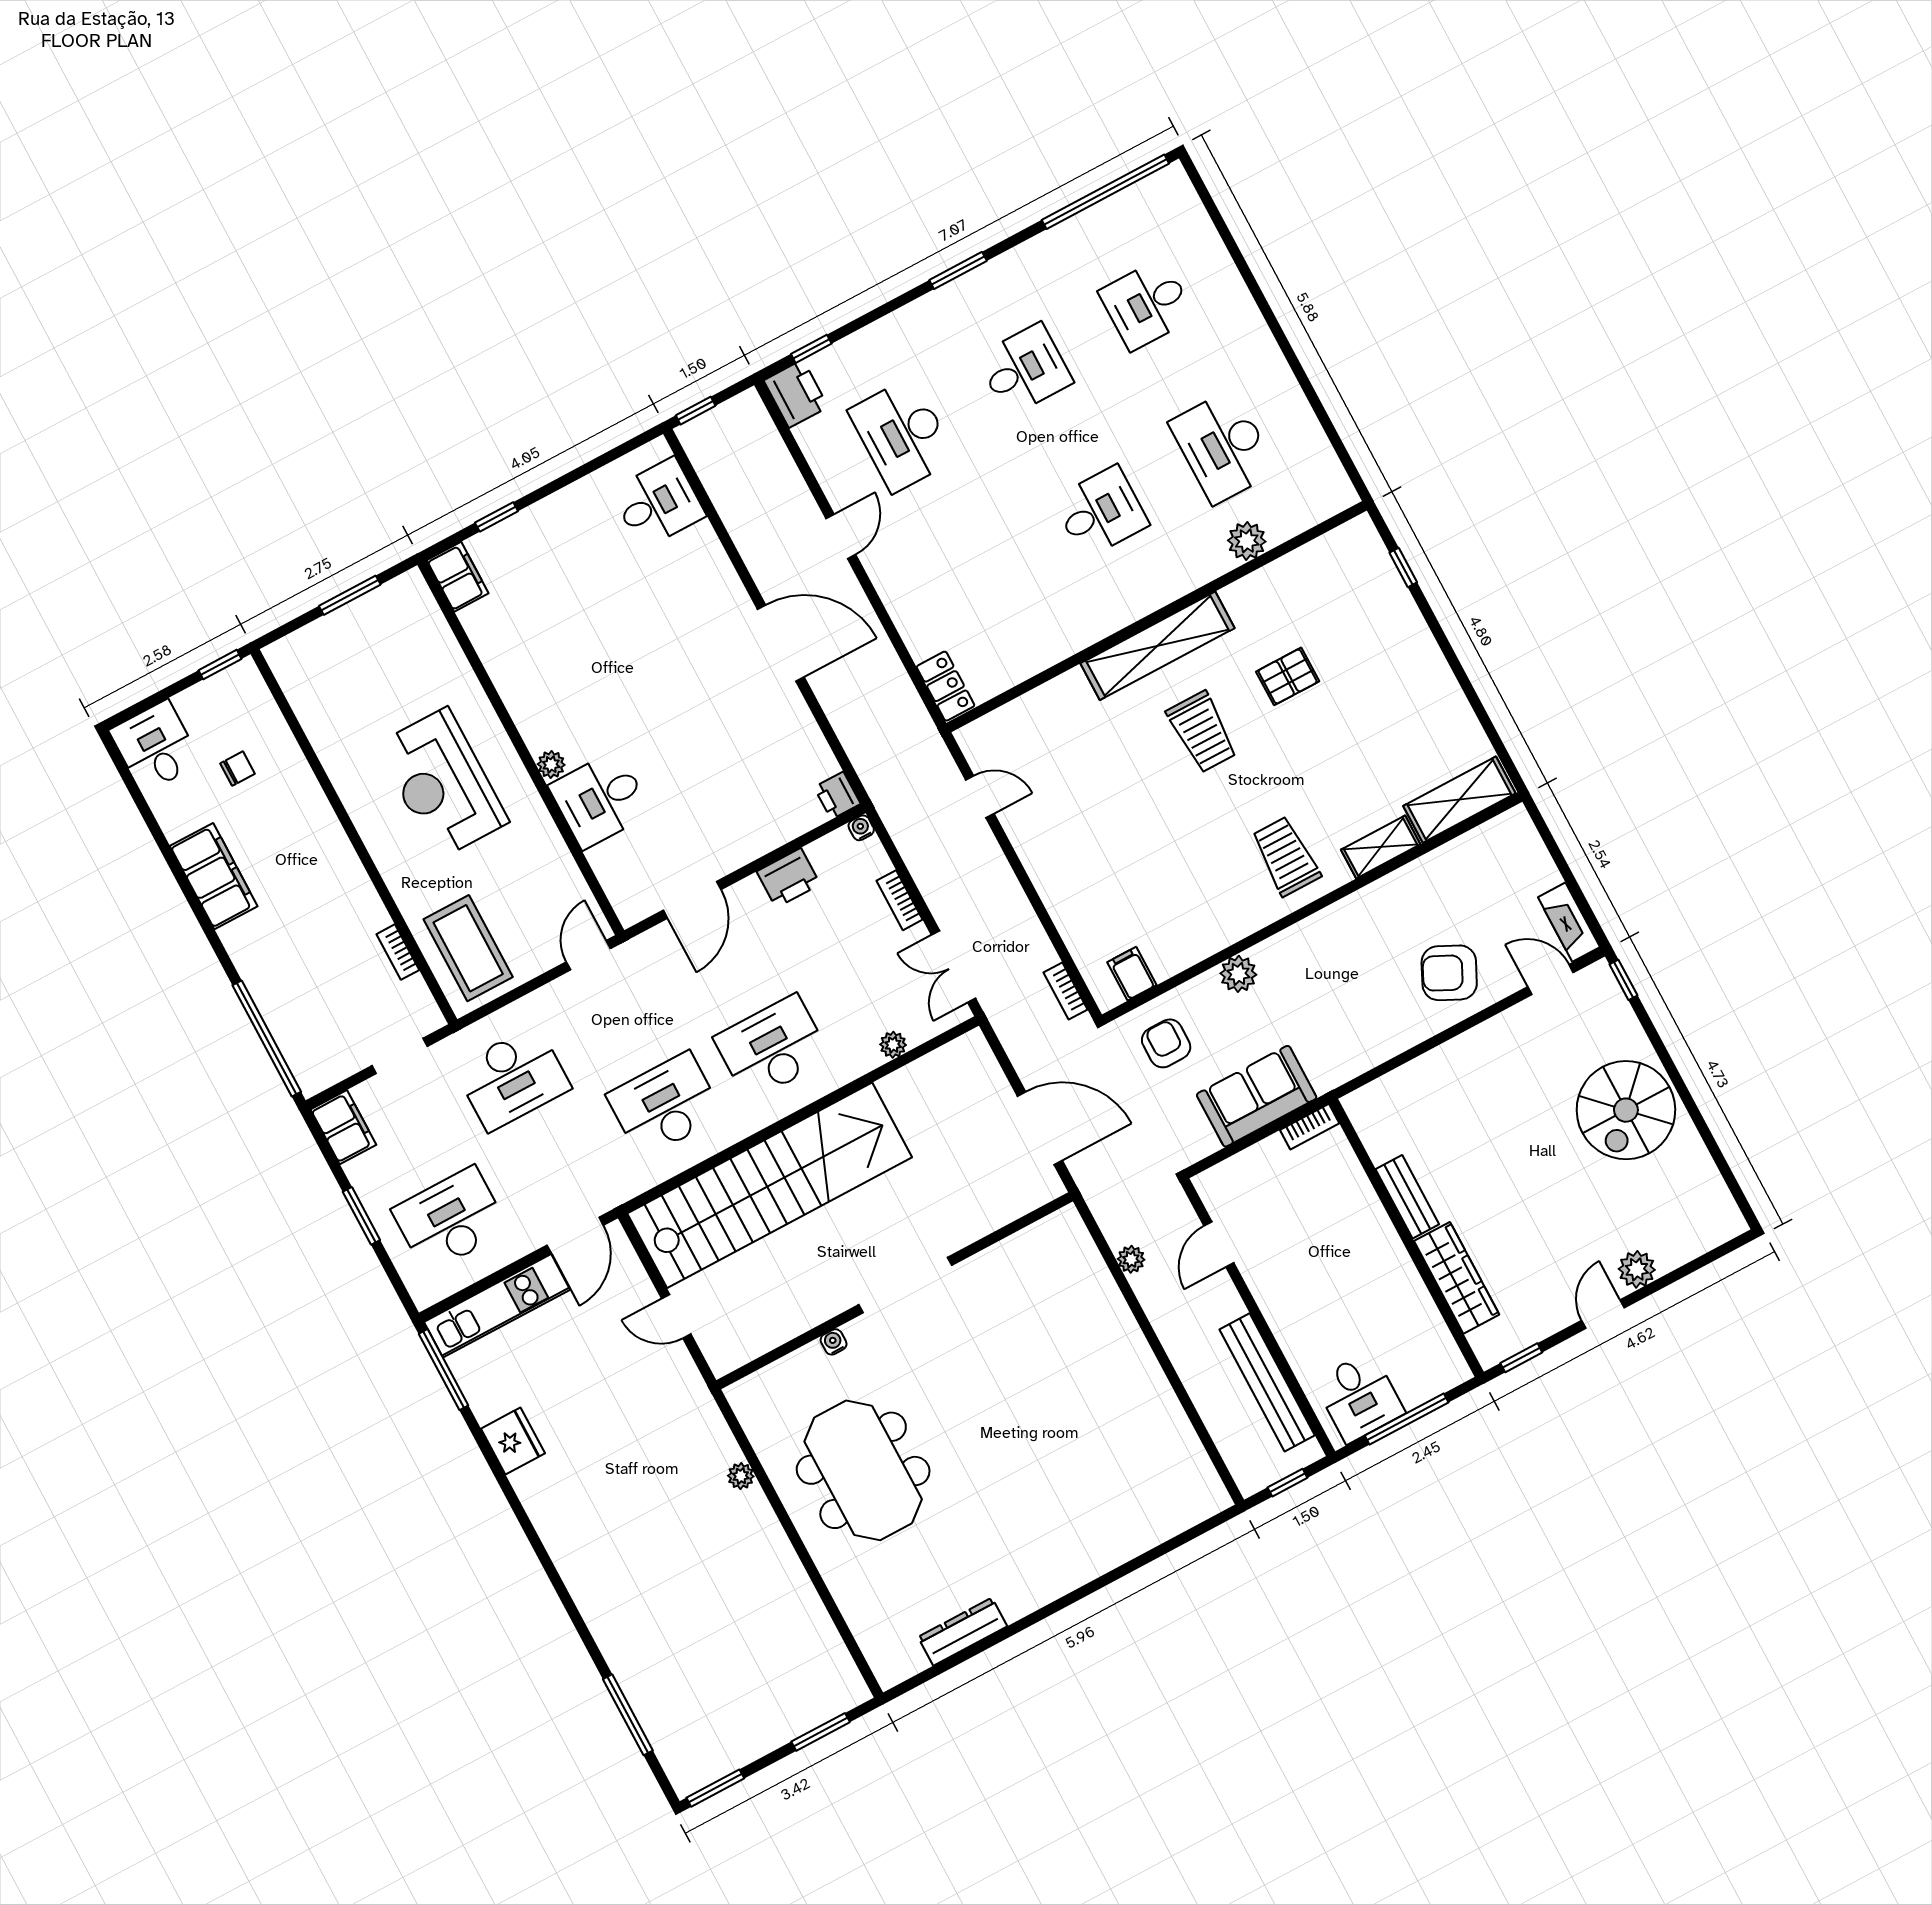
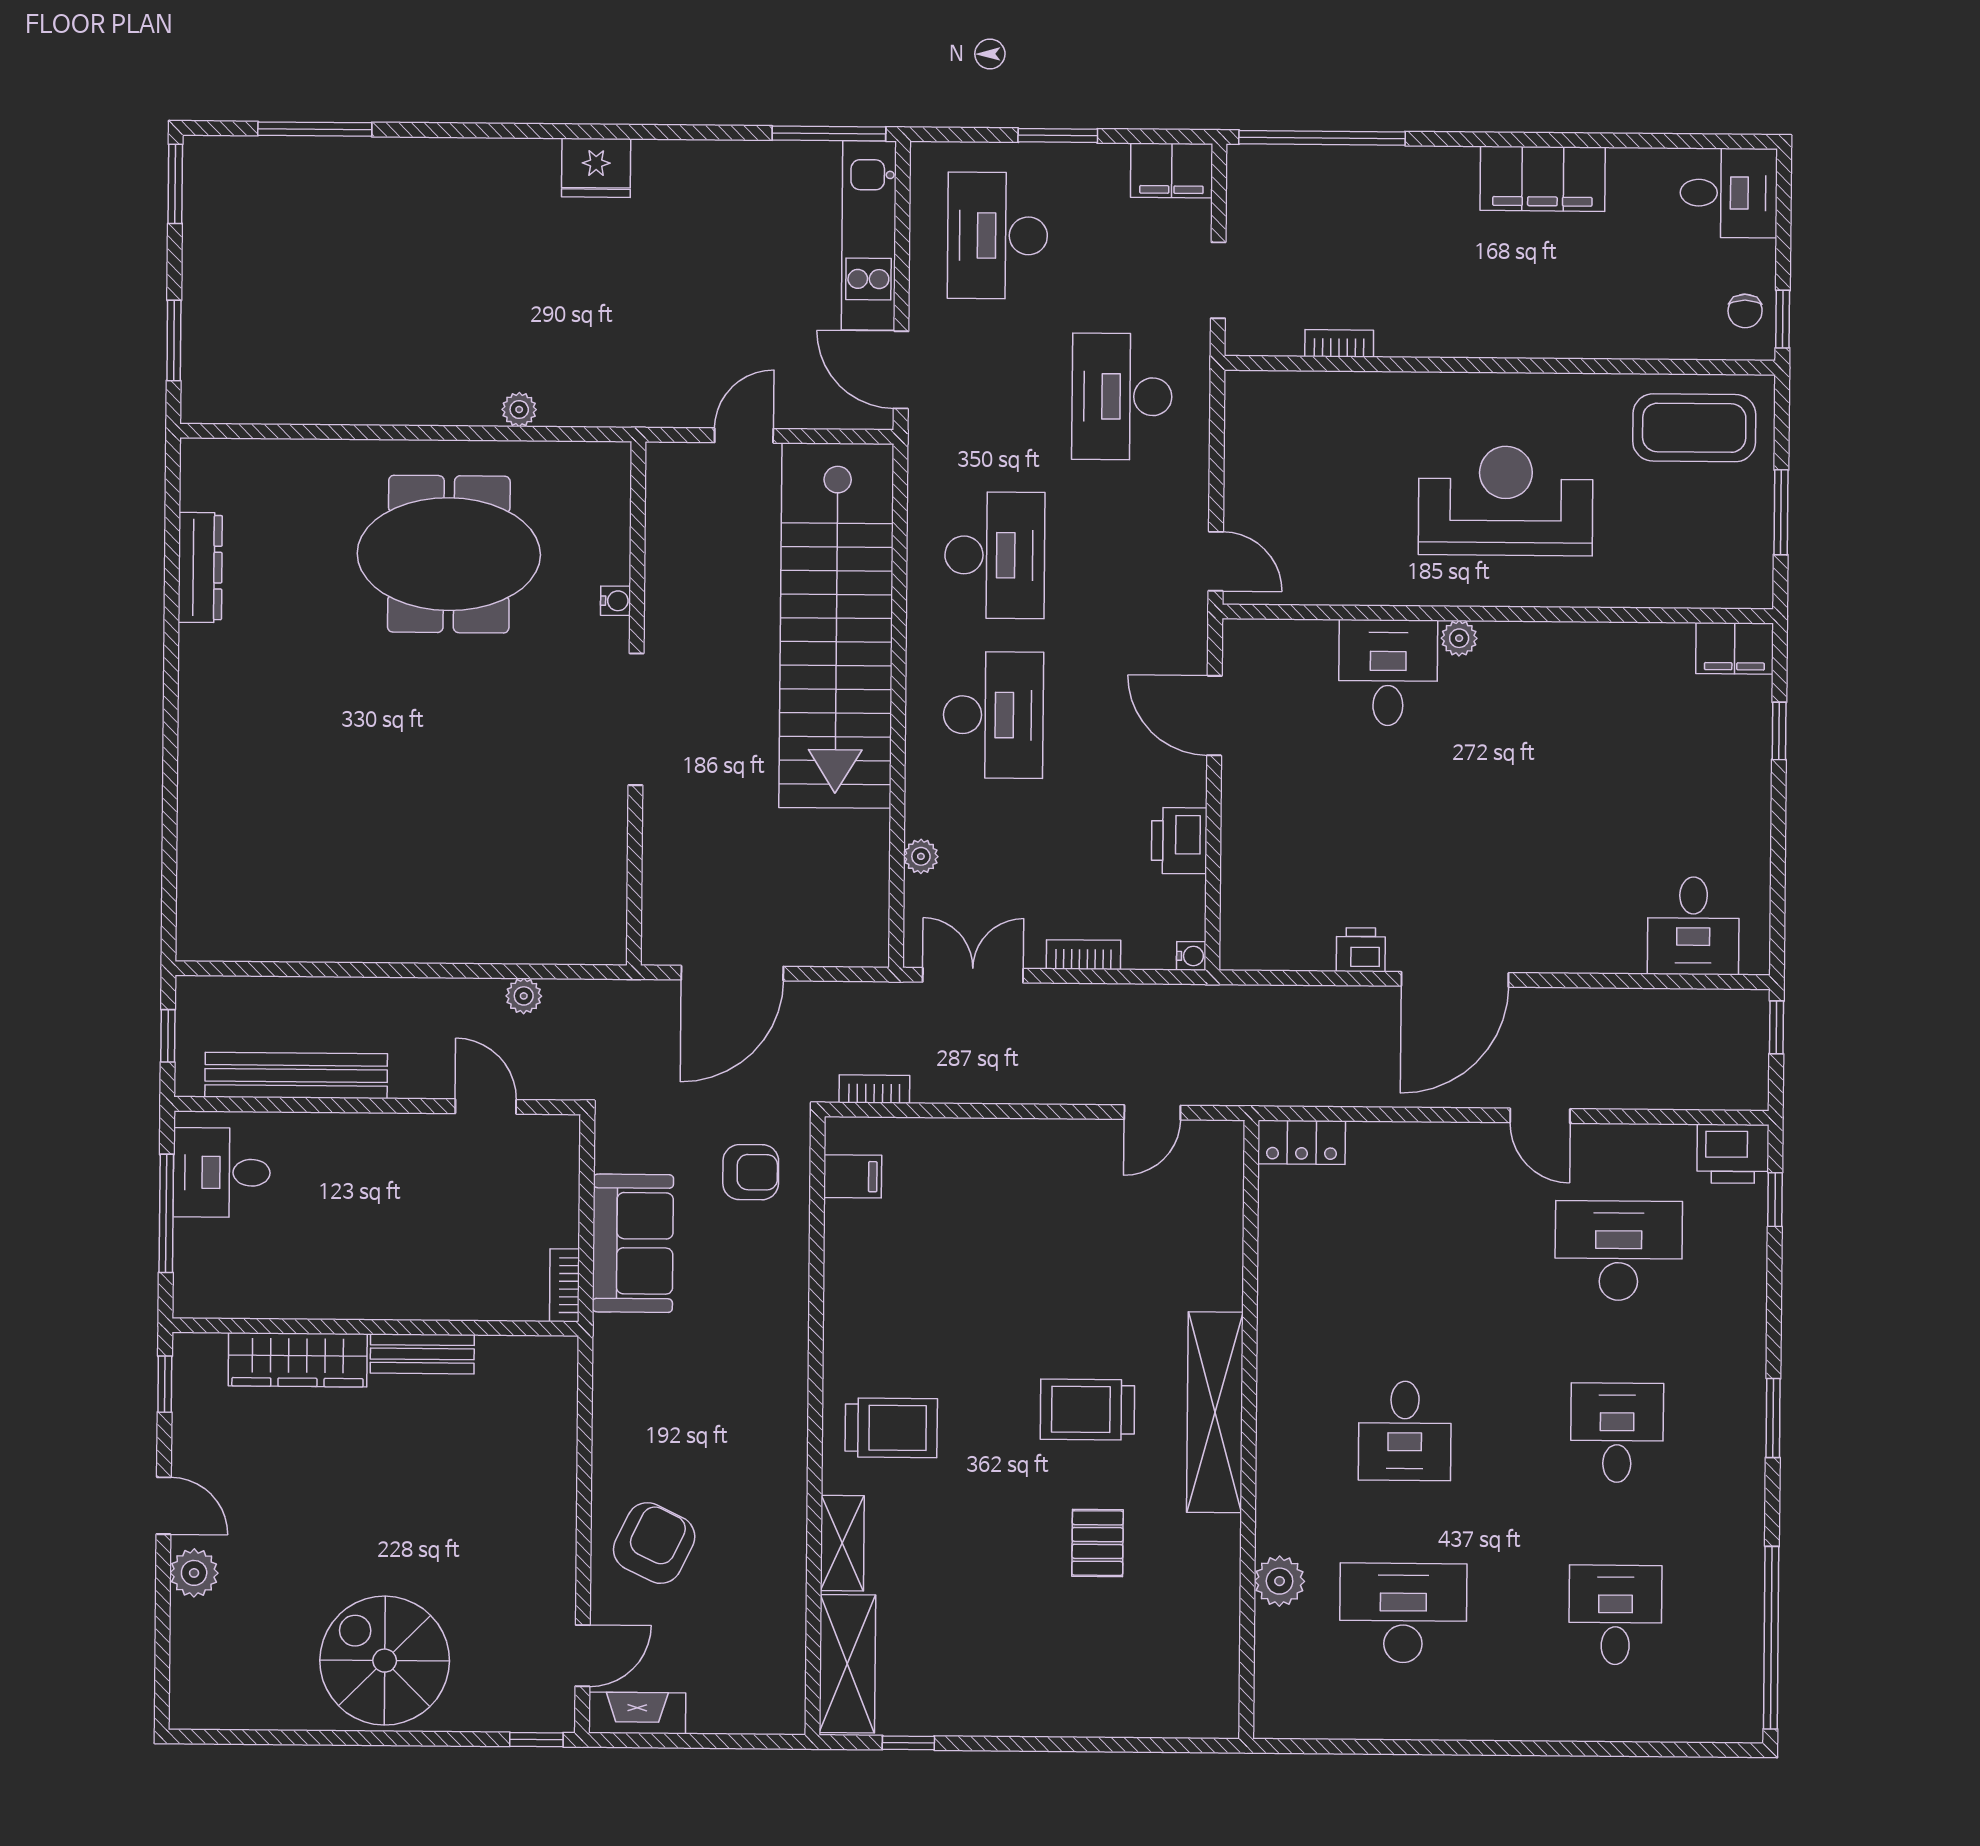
desk: (1025, 370) -> (1617, 1433), turned 180
window: (1403, 567) -> (908, 1743), moved
chair: (238, 769) -> (1745, 311), moved
printer: (837, 796) -> (1361, 950), moved
coffee table: (468, 948) -> (1694, 428), moved
plant: (1238, 974) -> (785, 1299), removed
desk: (450, 1220) -> (998, 236), turned 180
fridge: (513, 1441) -> (596, 168), moved

